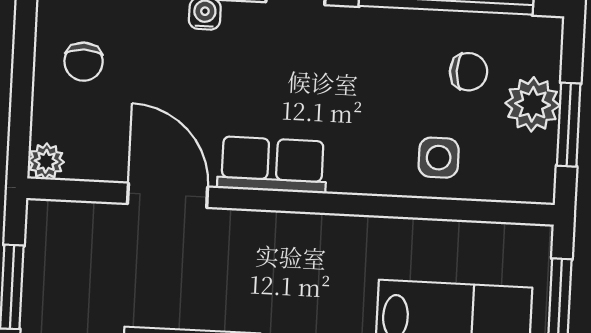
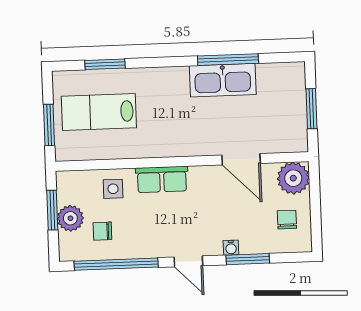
plant: (46, 161) -> (293, 178), width x1.87, depth x1.87
row of seats: (272, 165) -> (162, 179), moved

